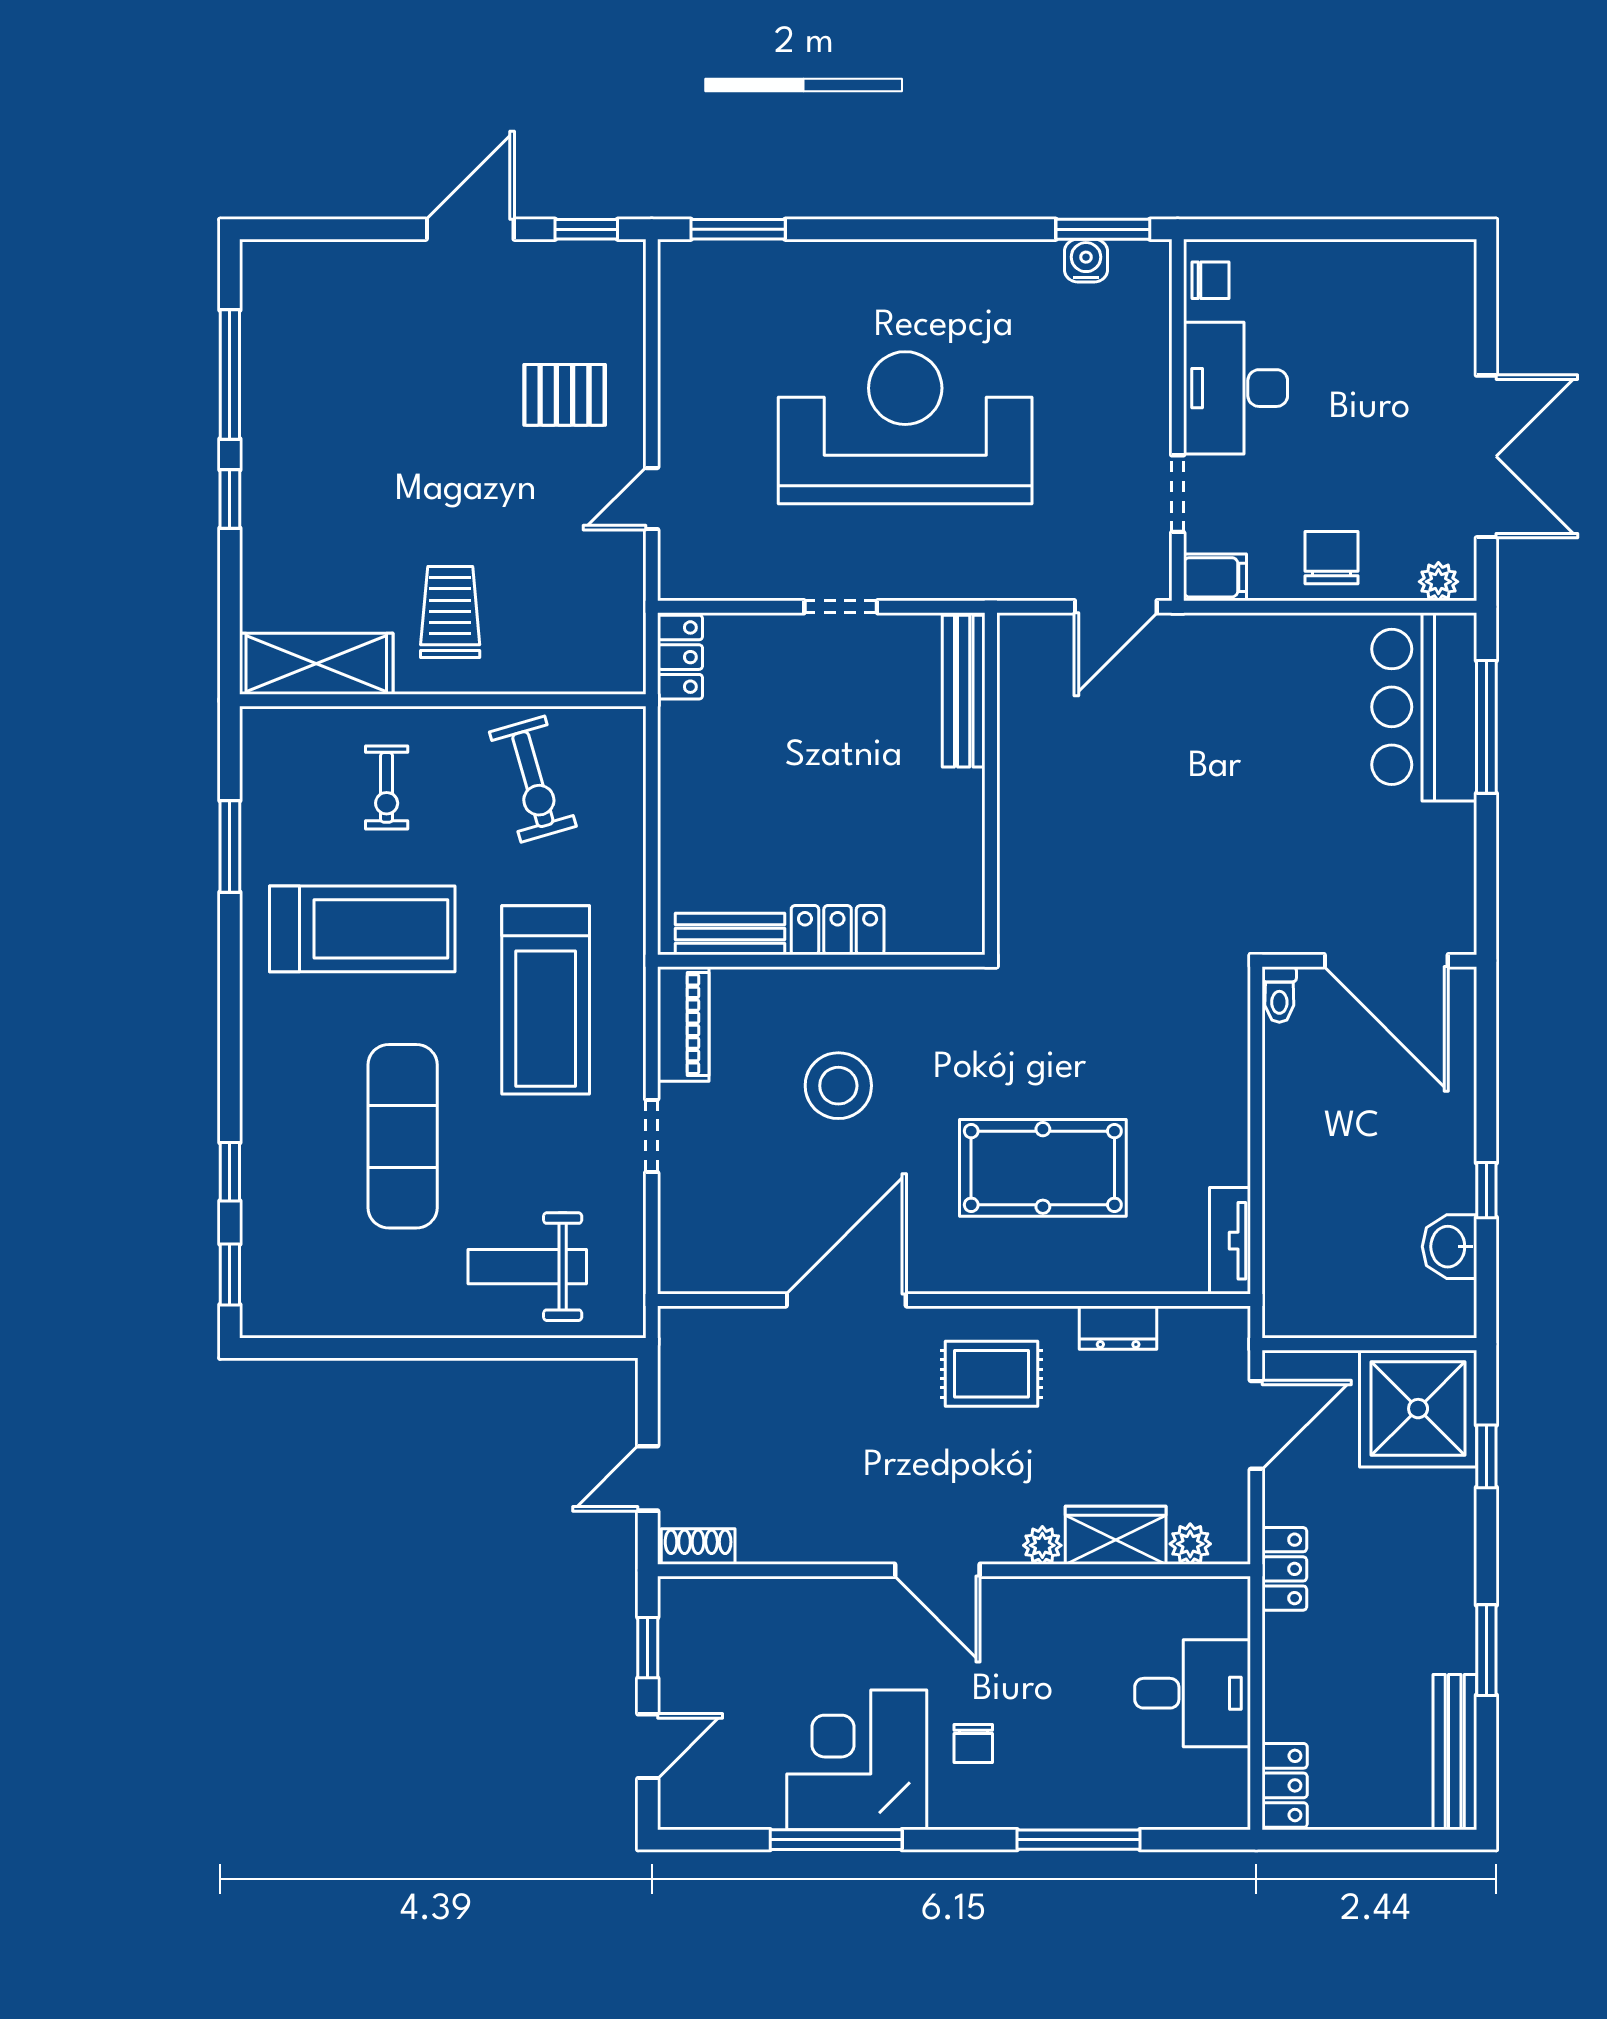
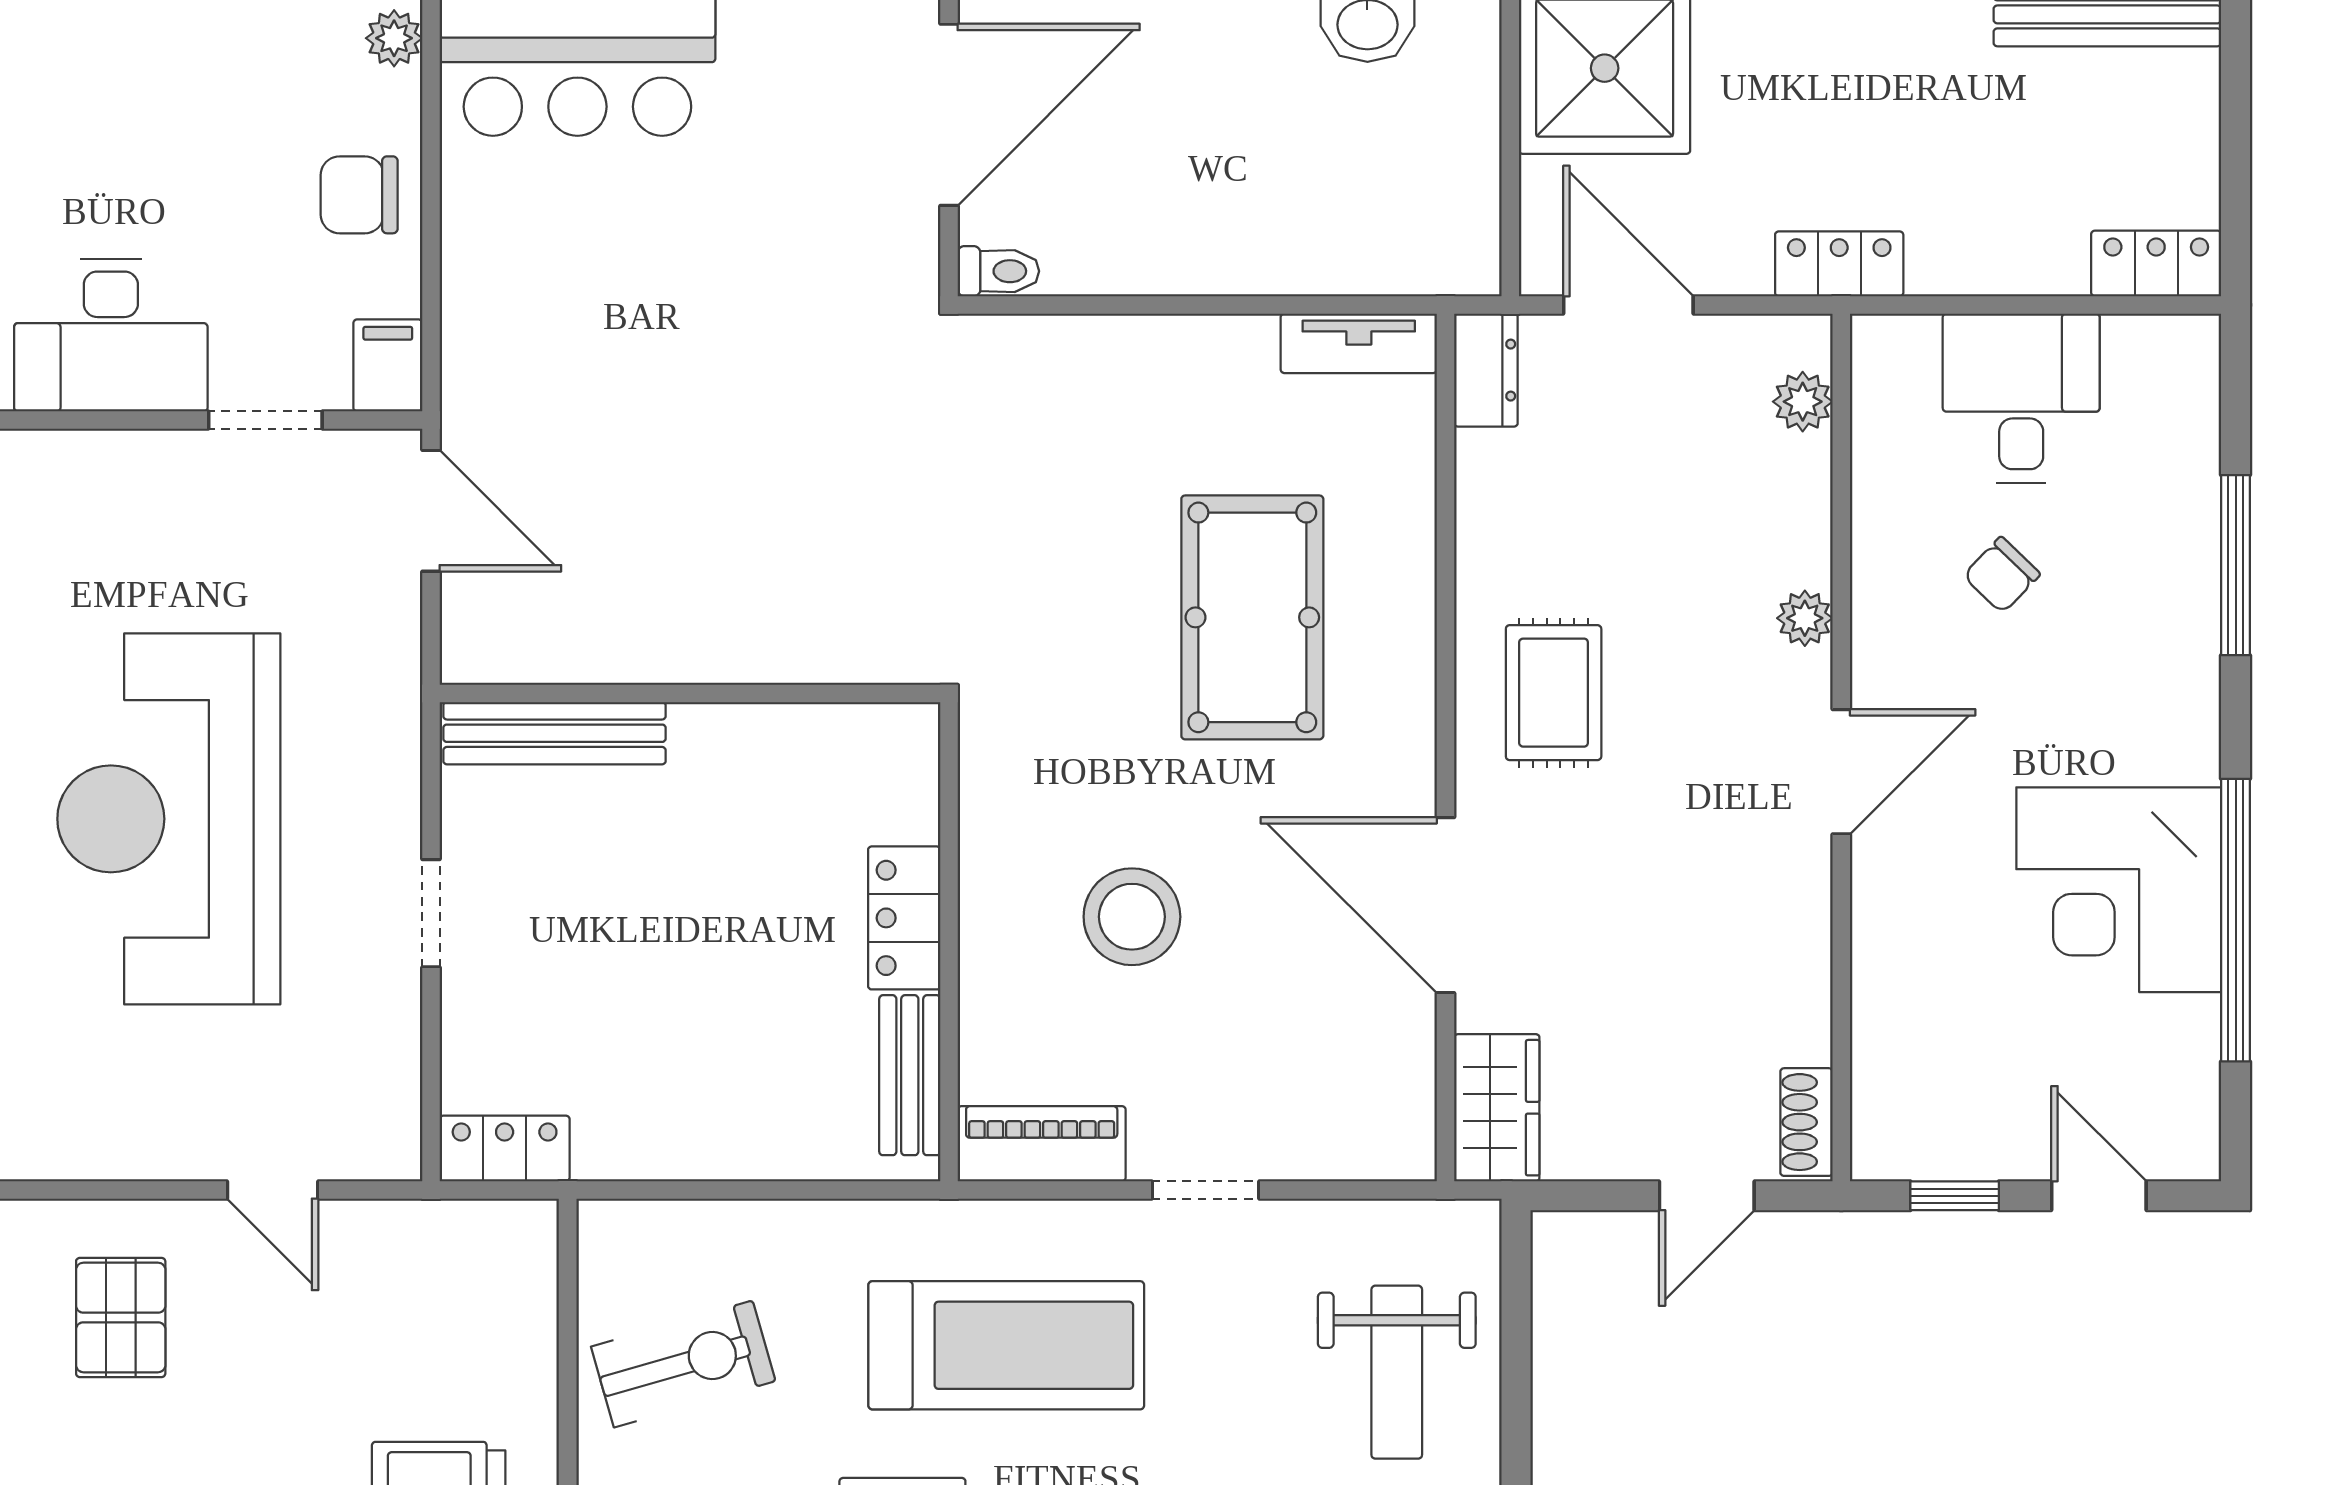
dresser: (1118, 1328) -> (1486, 370), moved
door: (648, 1478) -> (1707, 1196), hinge flipped
wardrobe: (1116, 1535) -> (1497, 1108), moved, turned 180
chair: (973, 1743) -> (2002, 575), moved, turned 134
window: (836, 1840) -> (2236, 920), width x1.46

